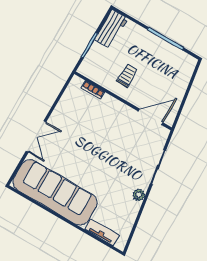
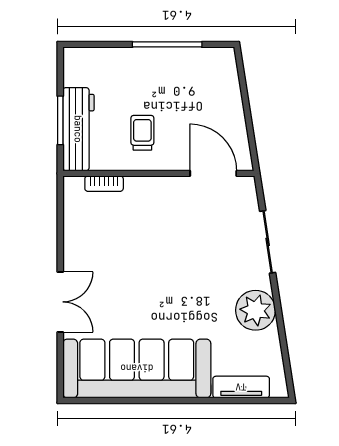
workbench: (111, 29) -> (78, 129), moved, width x1.38
door: (151, 117) -> (213, 173), hinge flipped
plant: (139, 195) -> (256, 310), width x1.88, depth x1.88

